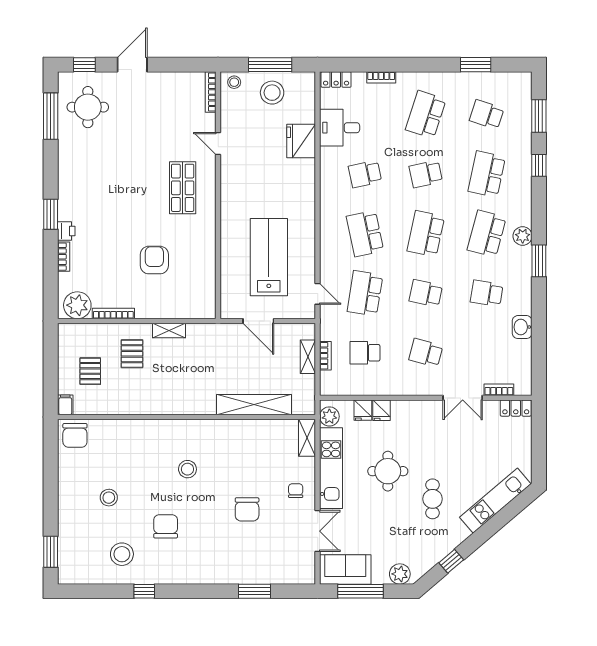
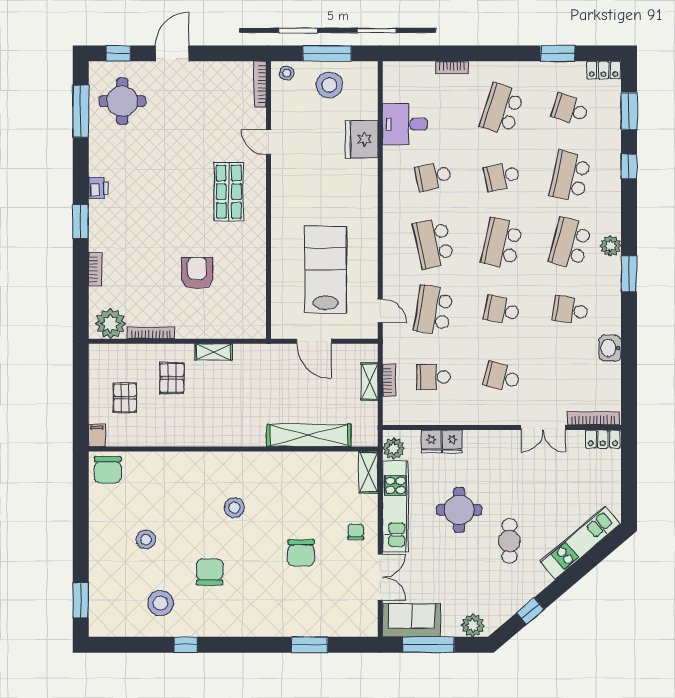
locker: (336, 79) -> (604, 70), moved
printer: (66, 231) -> (98, 188), moved
bookcase: (499, 390) -> (593, 418), width x1.56

